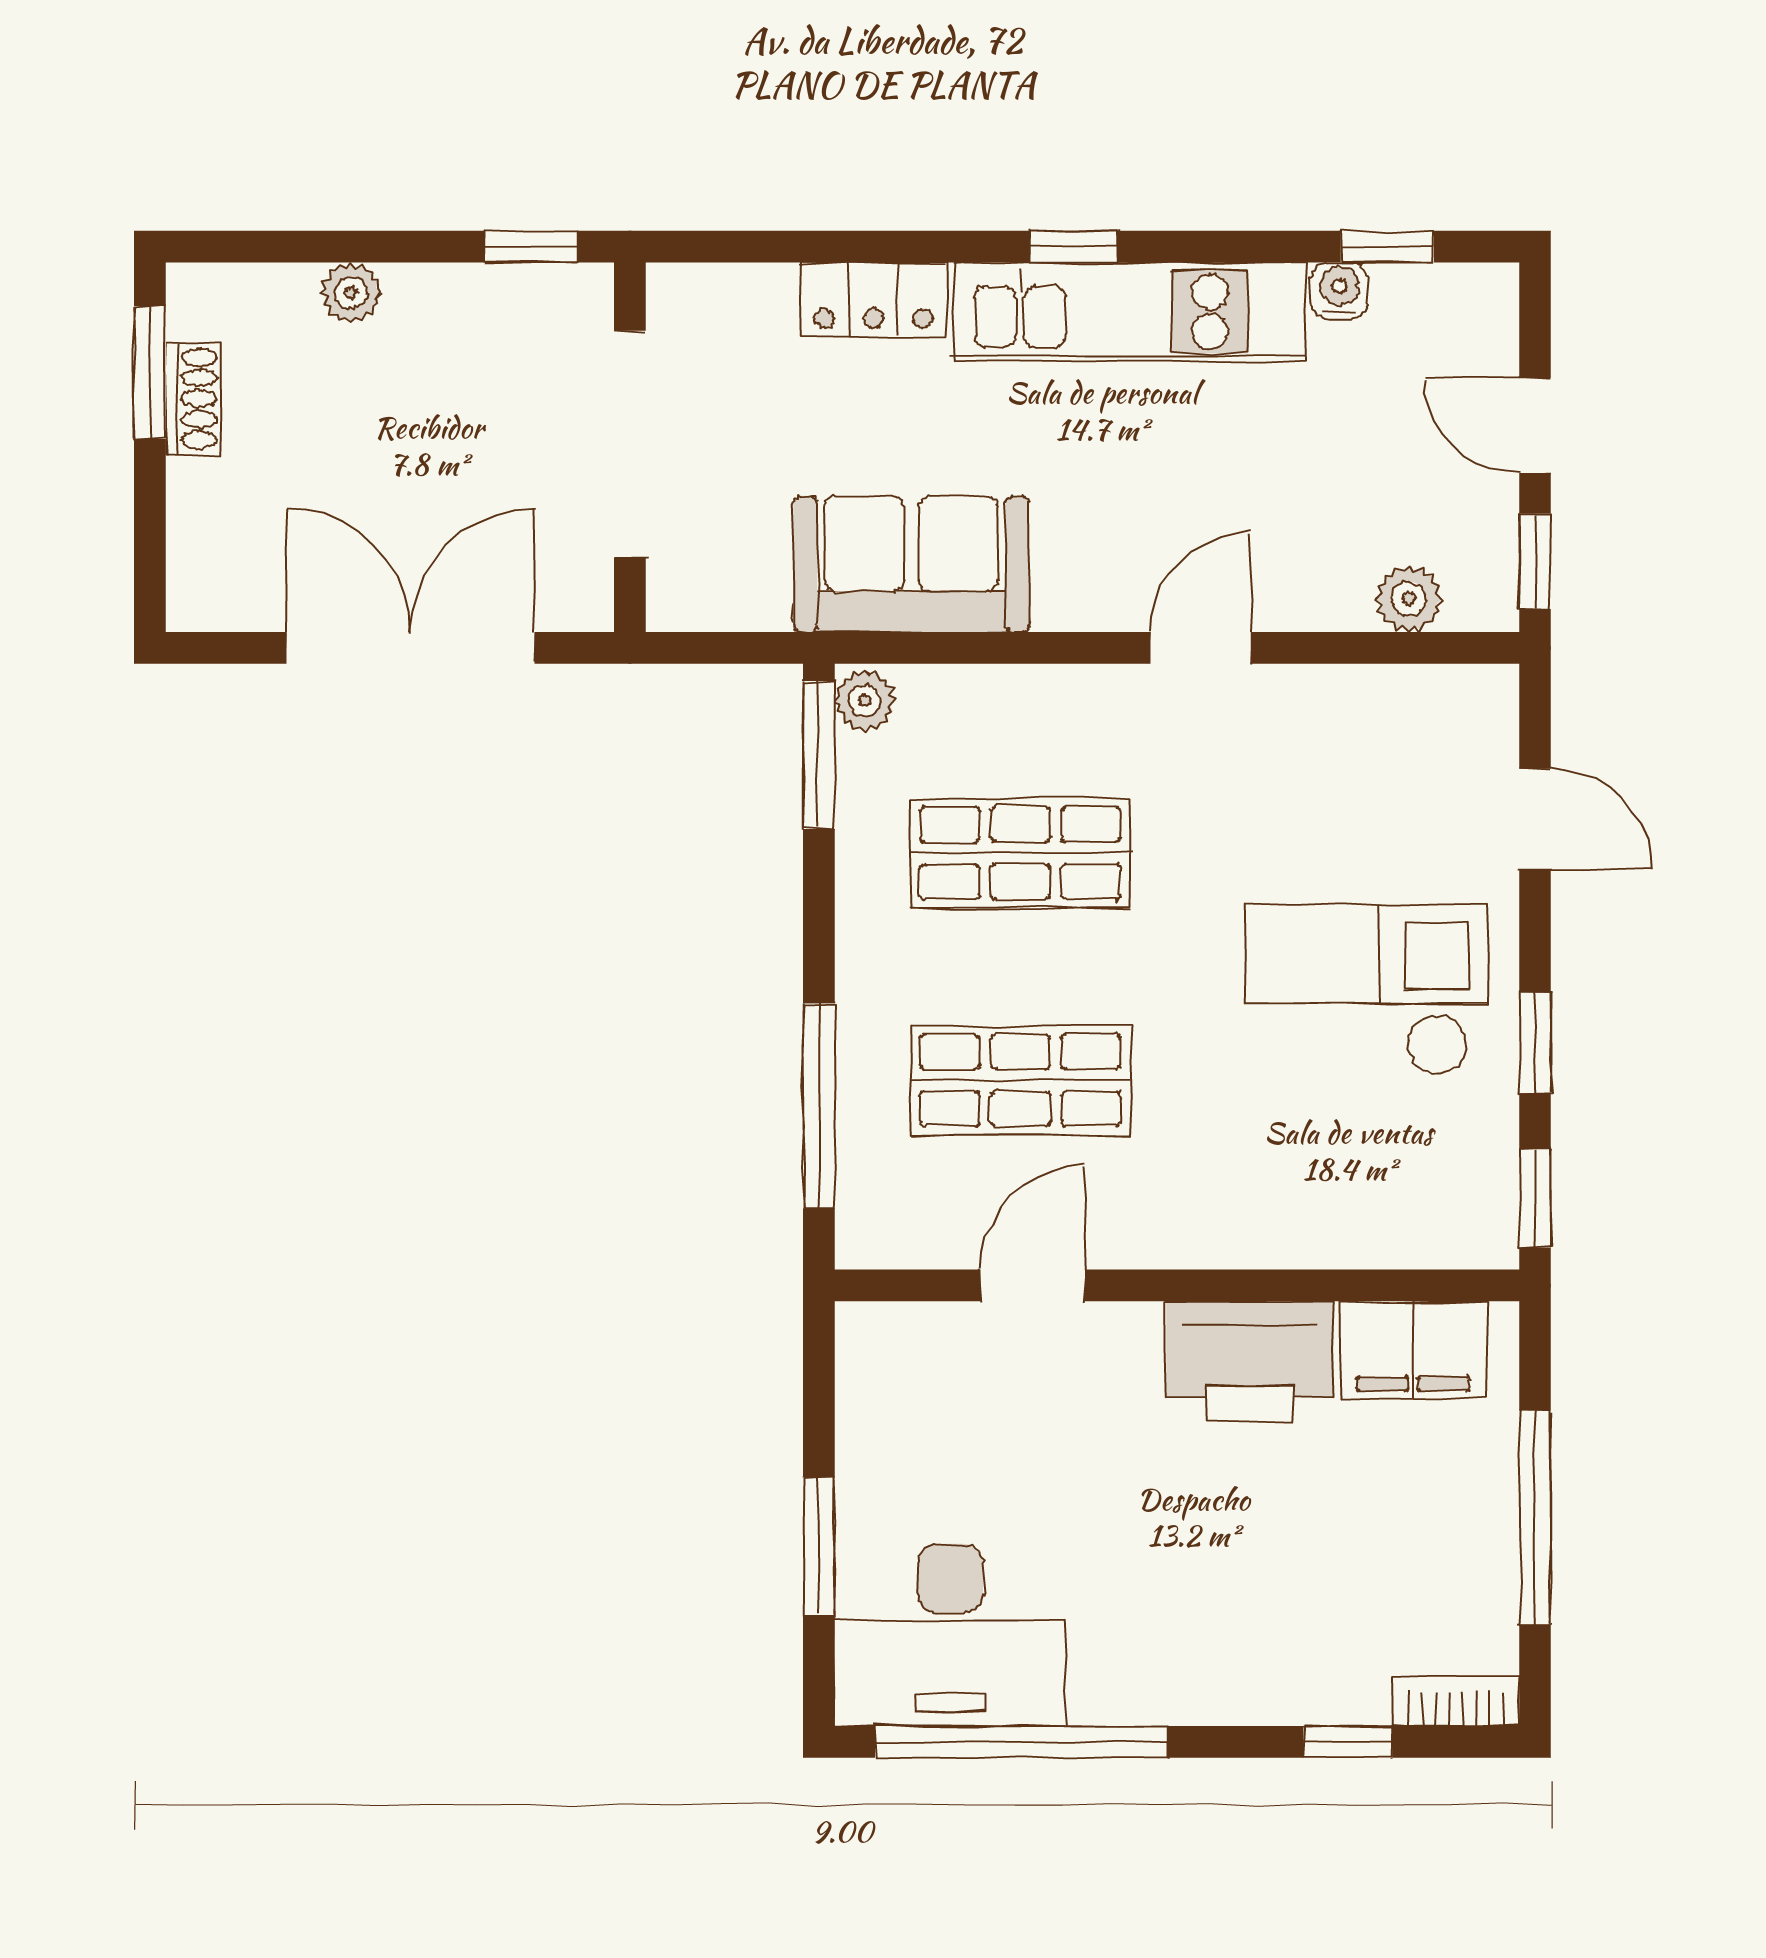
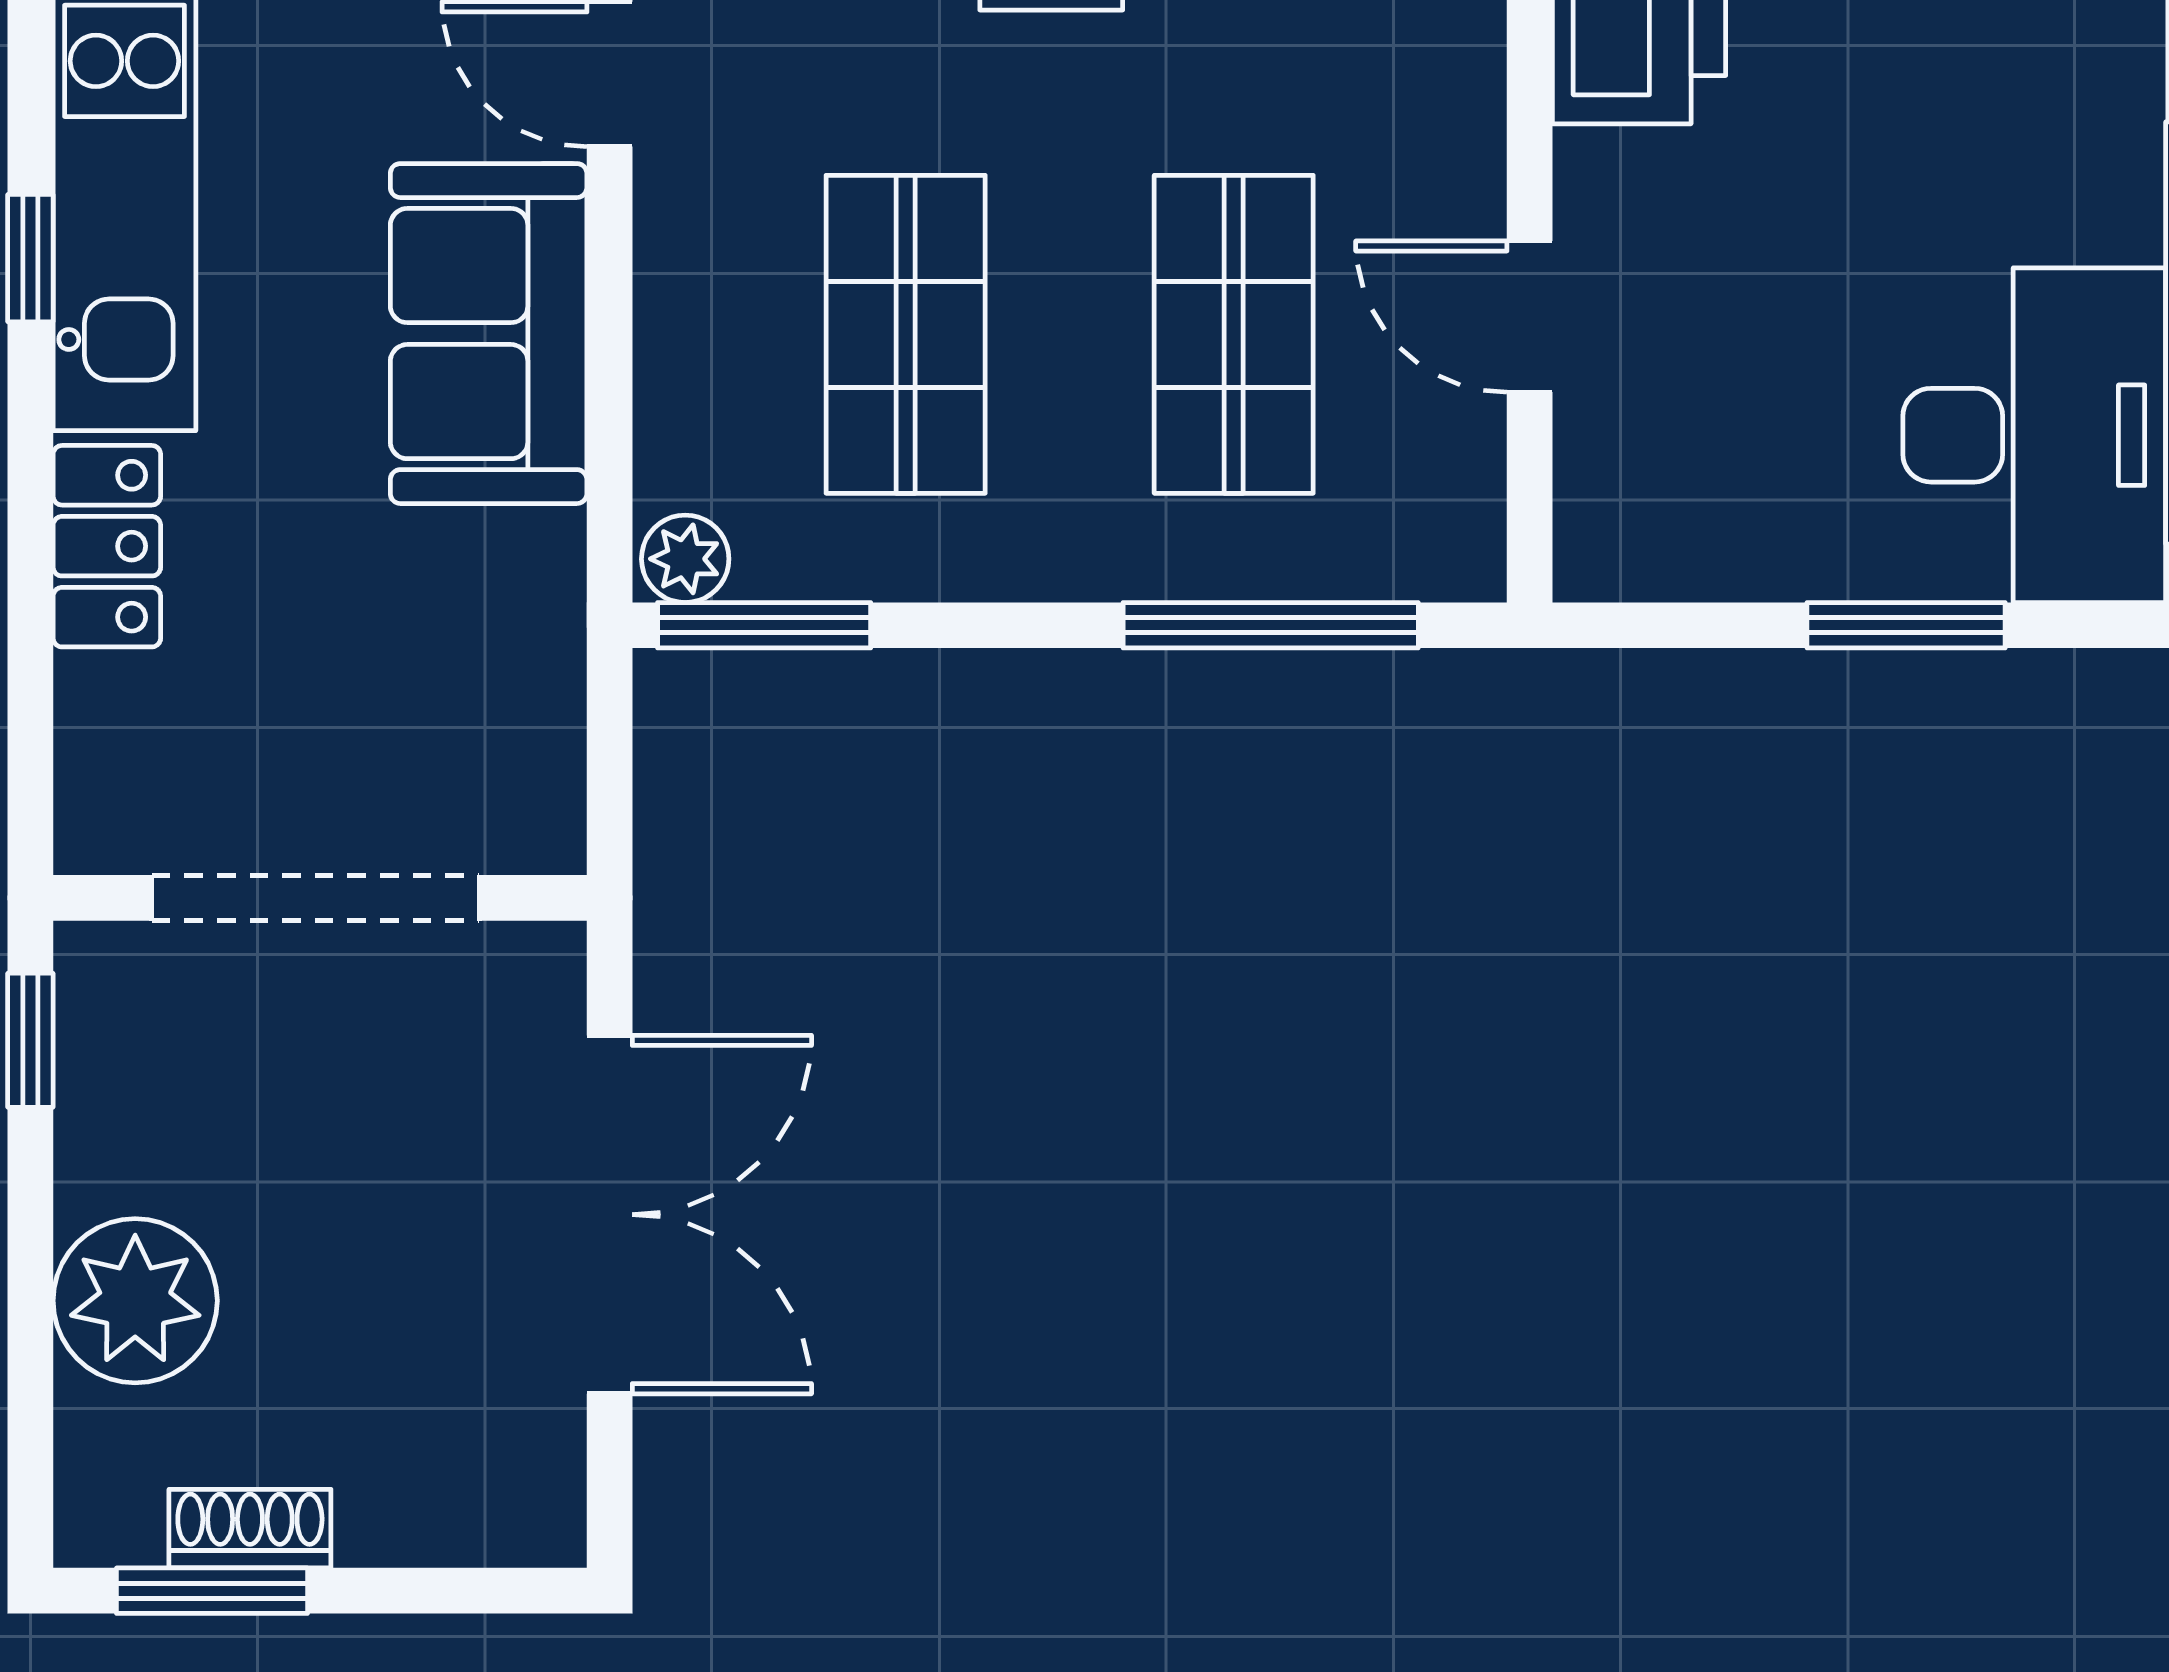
plant: (351, 293) -> (135, 1301), width x1.87, depth x1.87
sofa: (911, 564) -> (489, 334), moved
double door: (410, 648) -> (610, 1215), swing flipped

